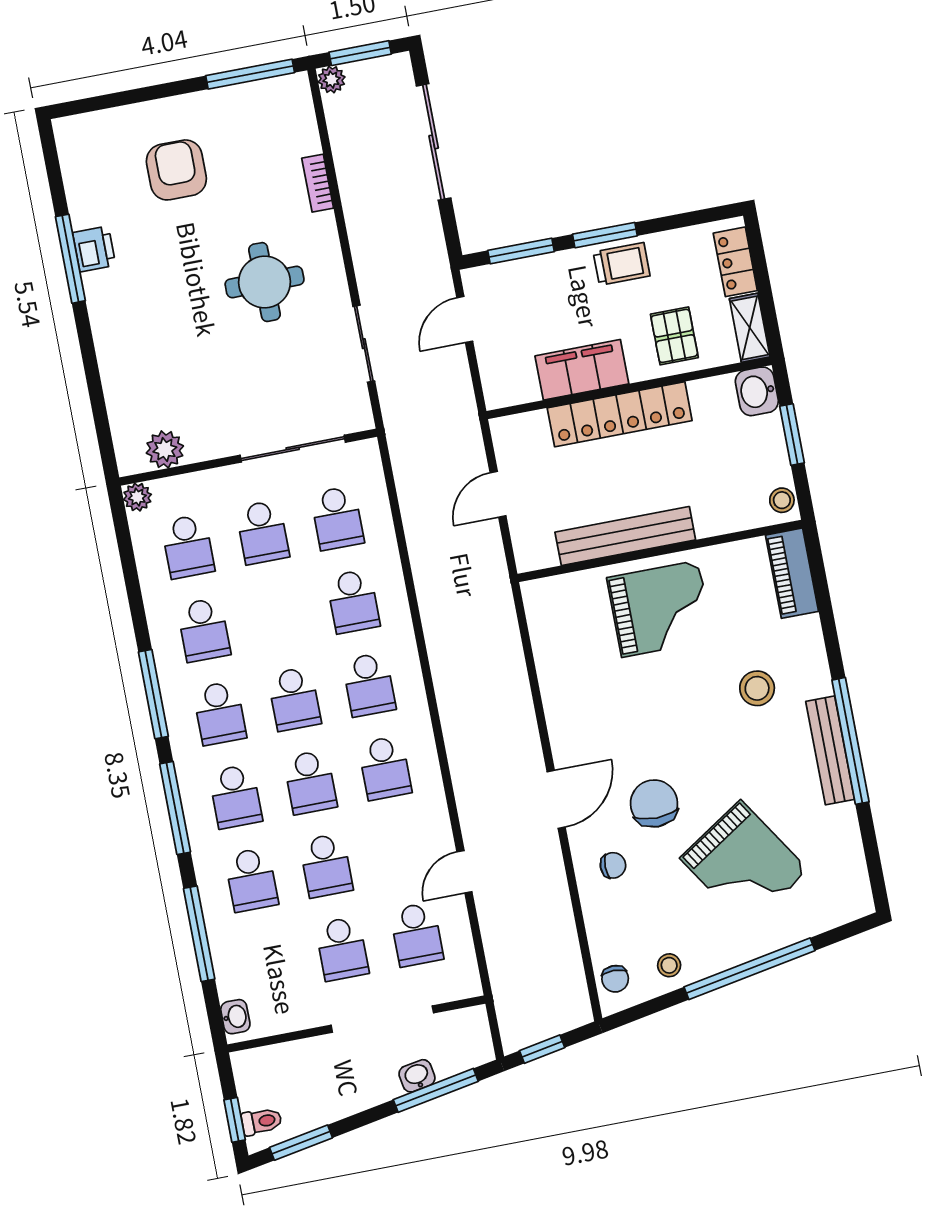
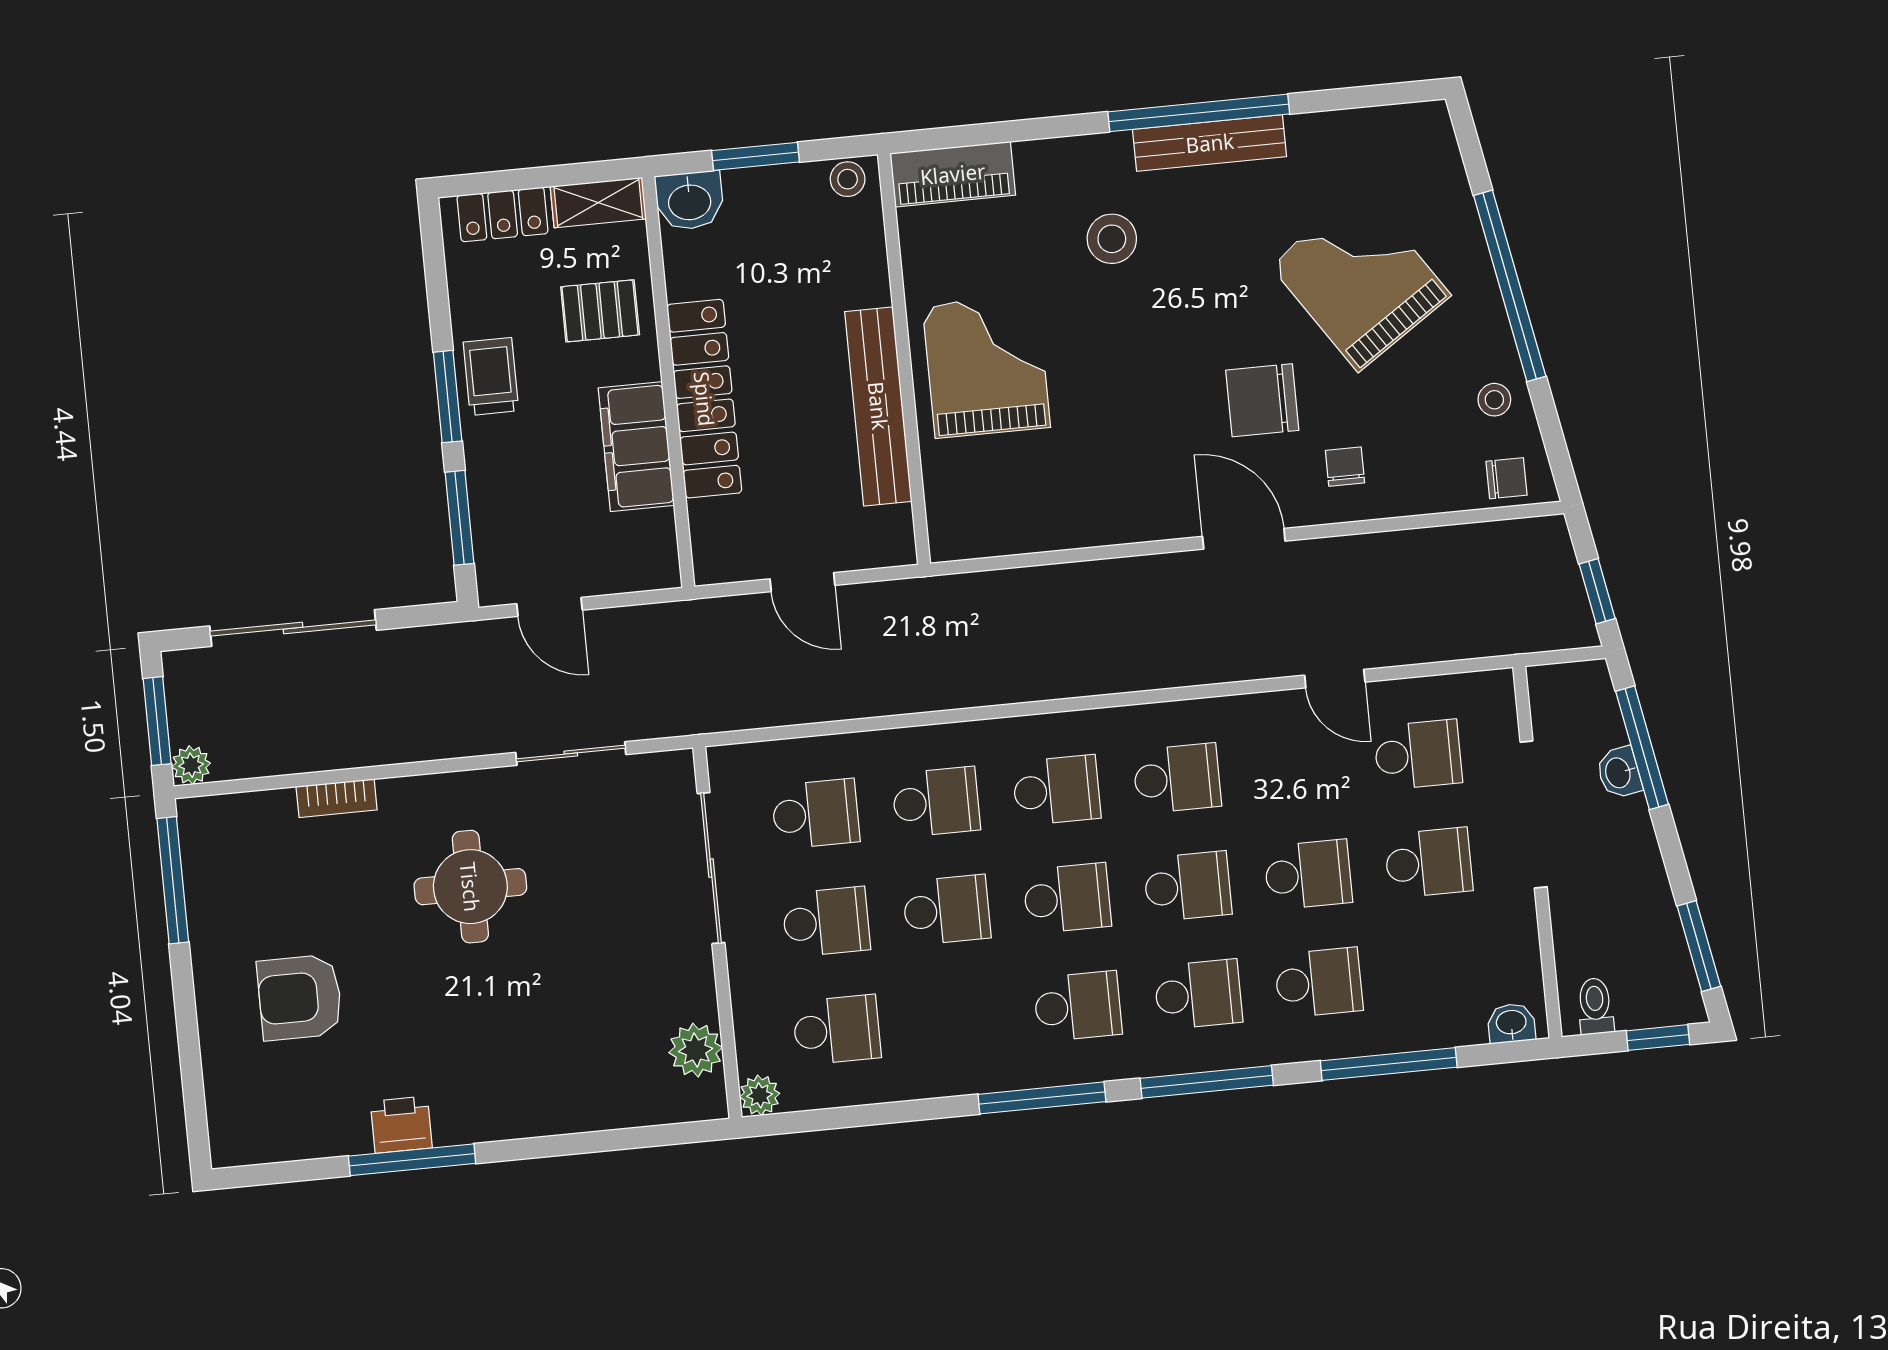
school desk: (204, 630) -> (947, 910), moved
grand piano: (744, 864) -> (1360, 280), turned -91
toilet: (262, 1121) -> (1595, 1006), moved

